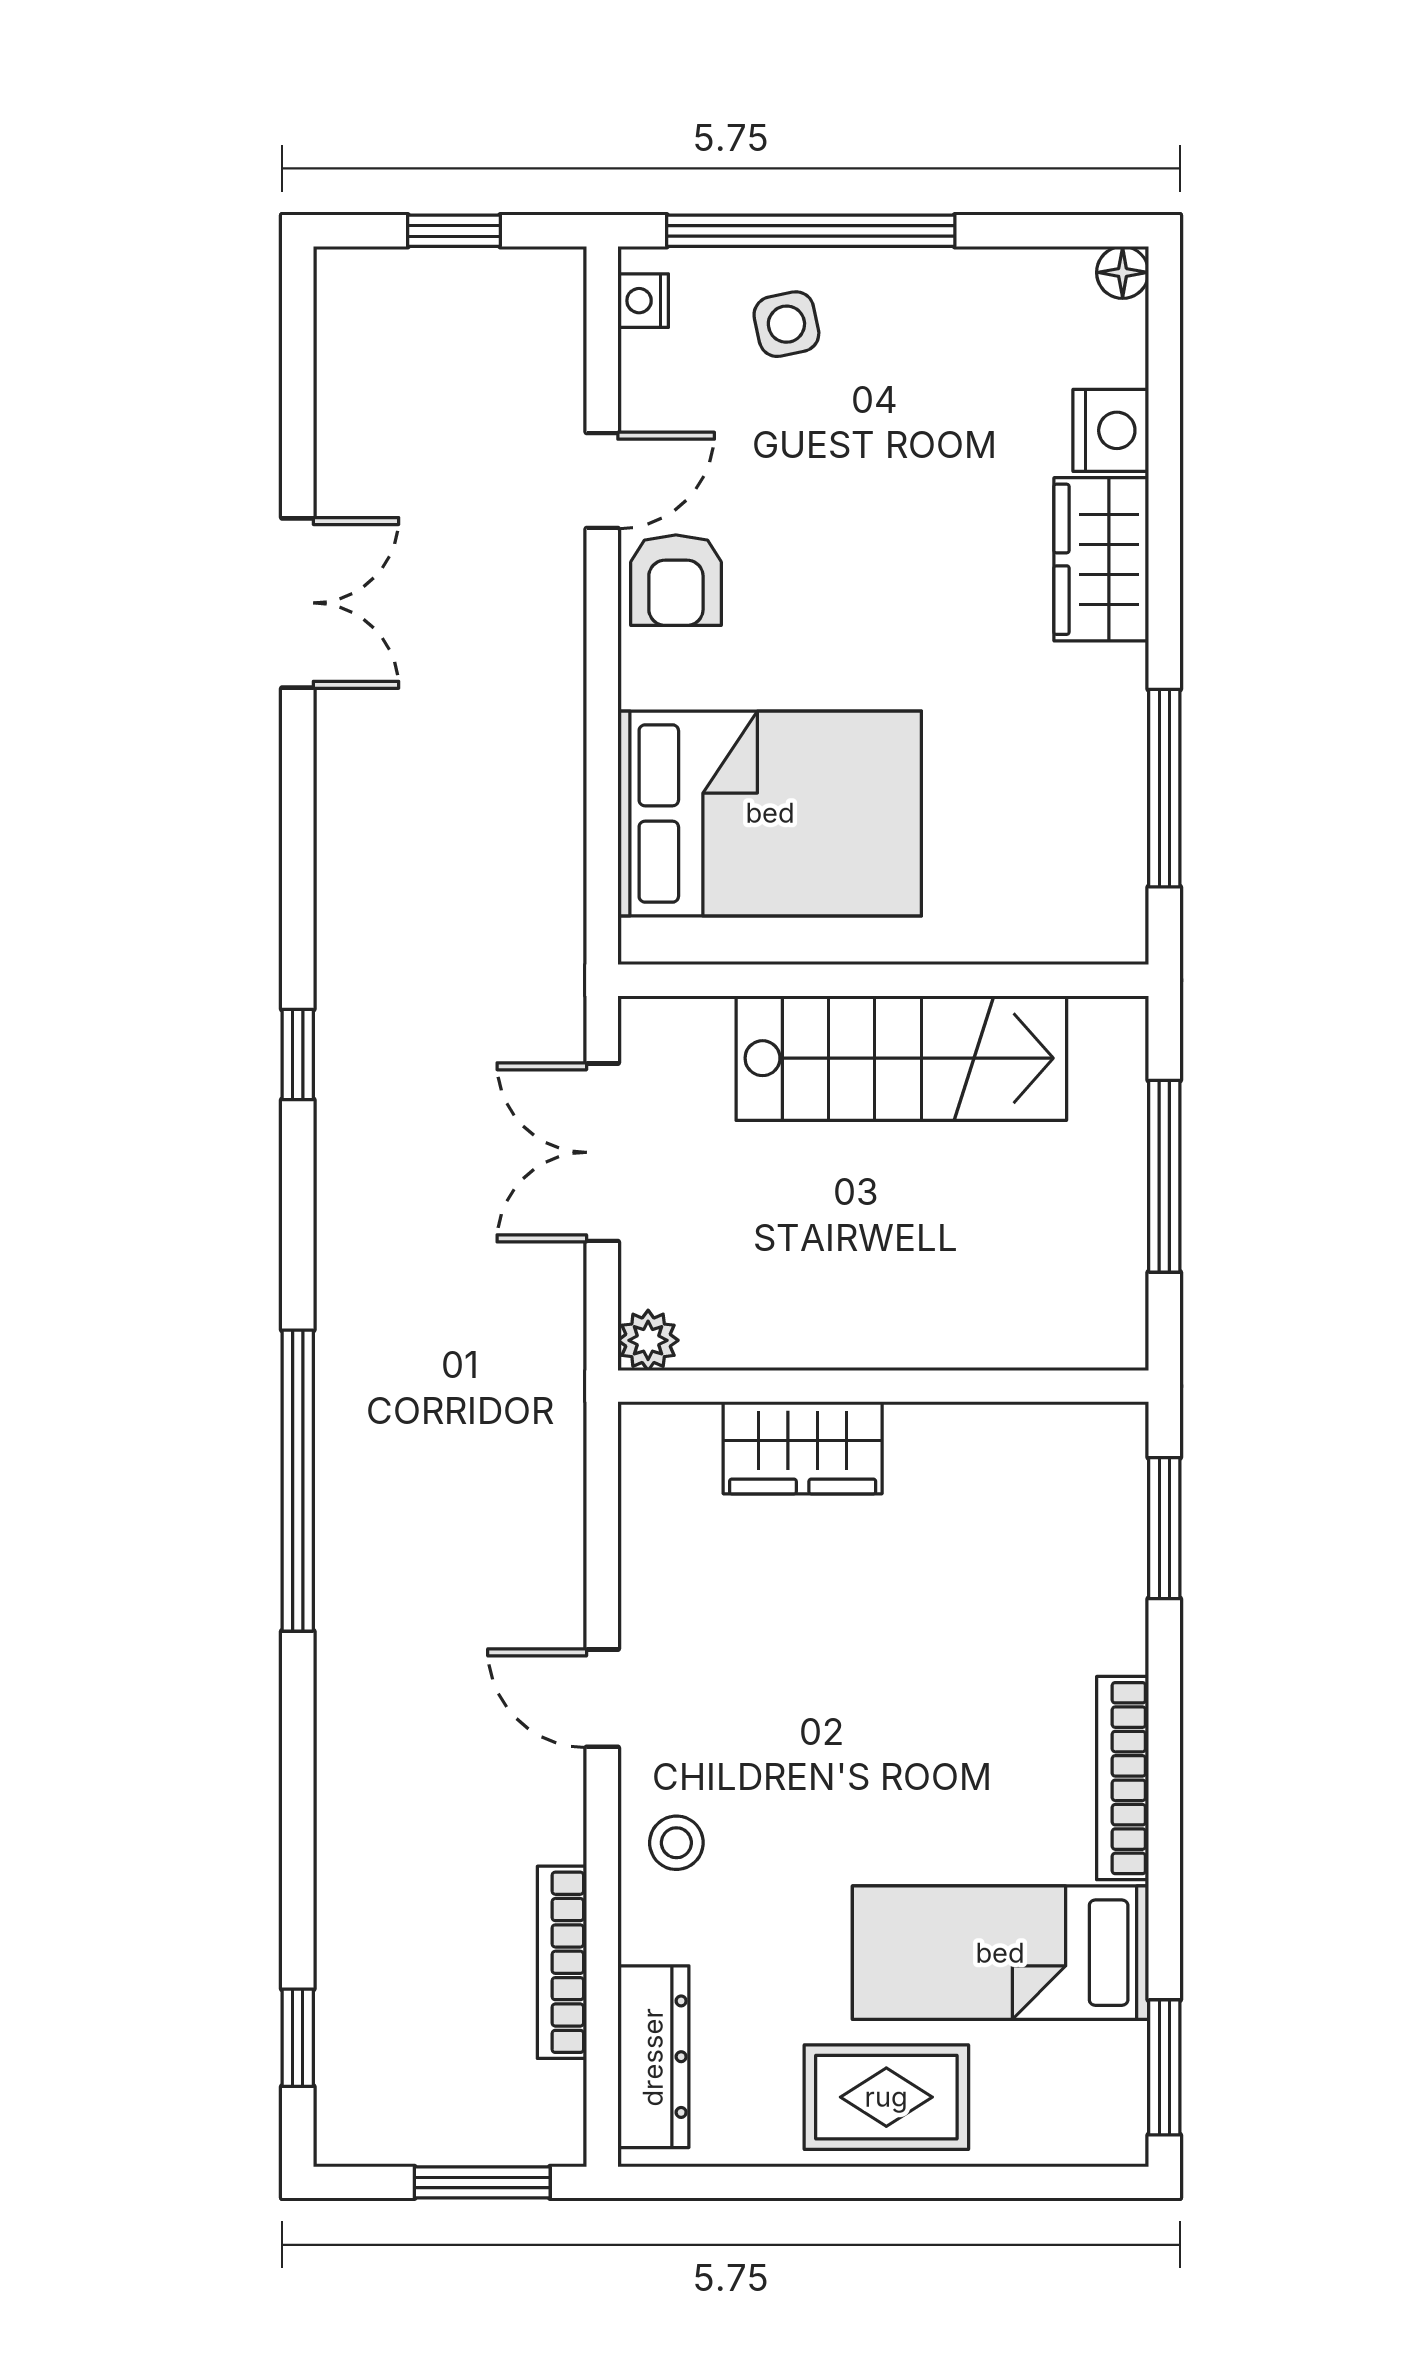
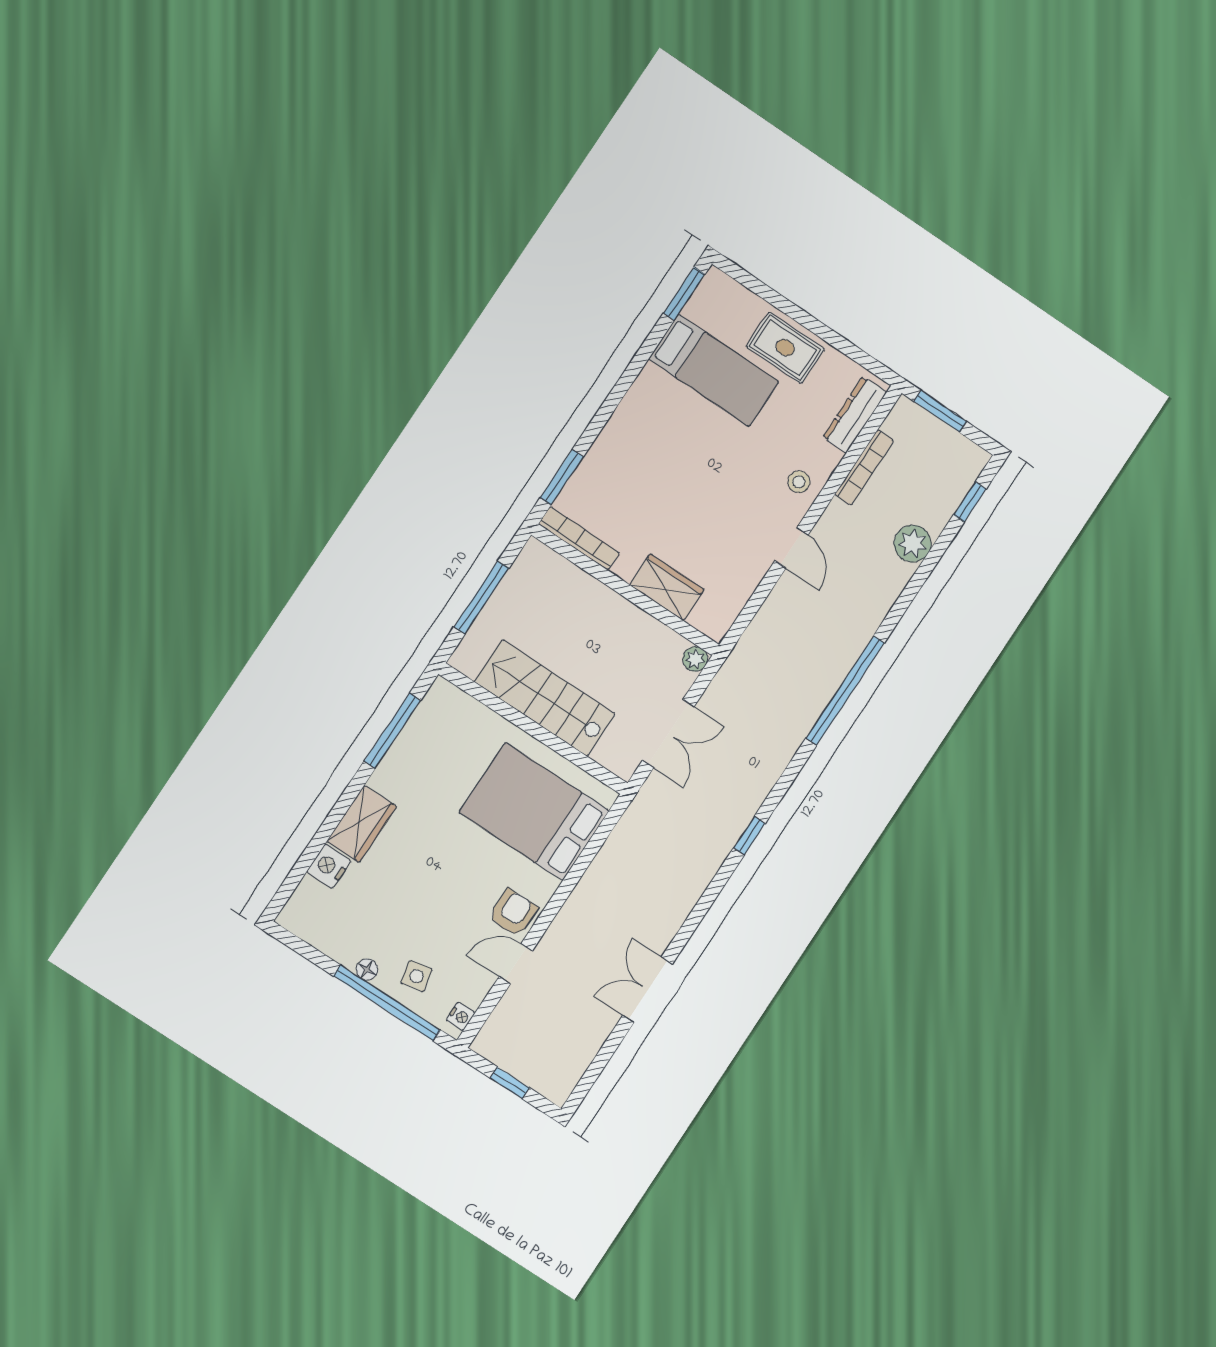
floor lamp: (1123, 272) -> (367, 969), moved
bookcase: (1123, 1778) -> (579, 538), moved, turned -90
plant: (359, 1874) -> (913, 544), added

